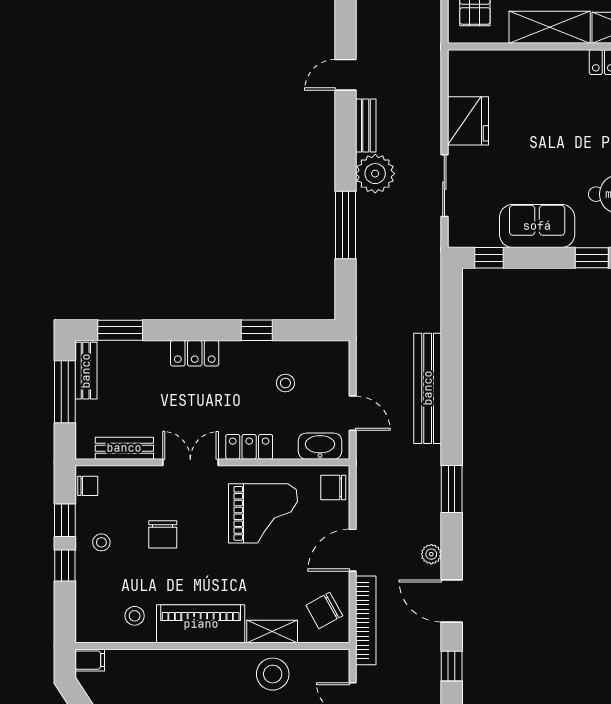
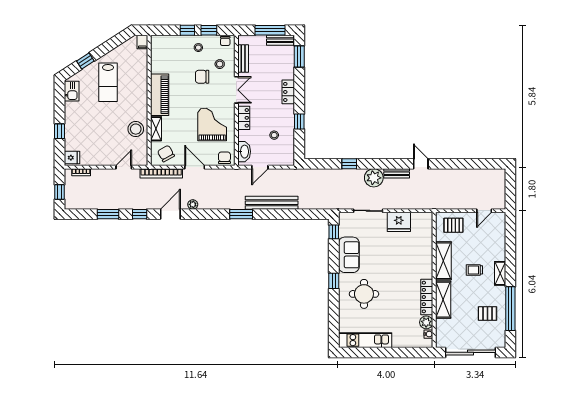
window: (345, 225) -> (349, 164), width x0.46
window: (452, 489) -> (241, 214), moved
grand piano: (263, 513) -> (212, 124), turned 180
stool: (135, 616) -> (220, 64), moved

